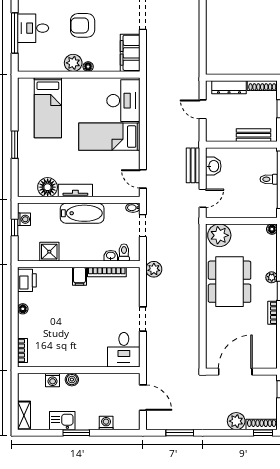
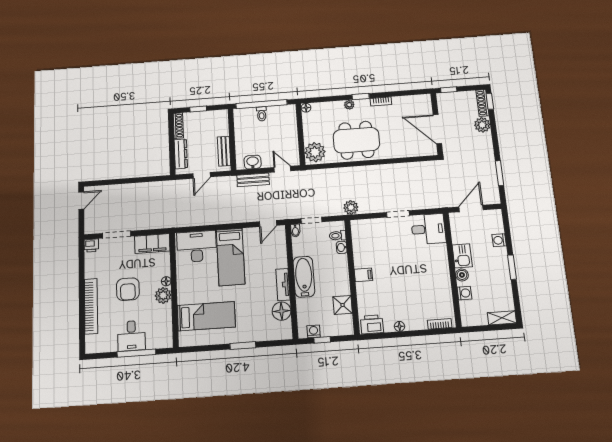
bench: (254, 135) -> (224, 151), moved
bookcase: (107, 272) -> (357, 250), removed
kitchen sink: (62, 421) -> (462, 256), moved, turned 180

